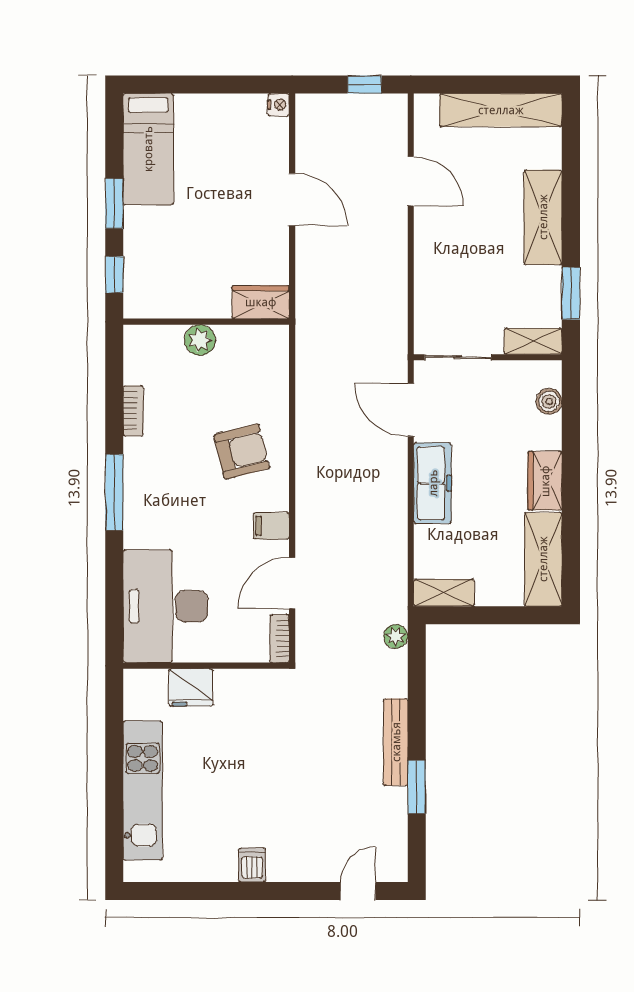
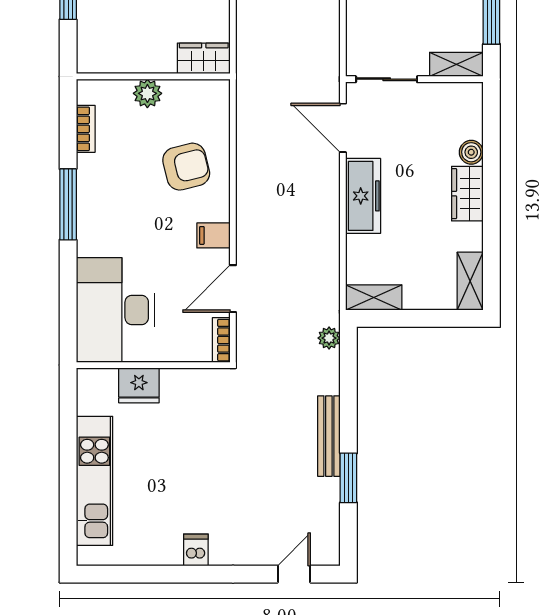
wardrobe: (261, 302) -> (204, 58), moved
wall: (206, 322) -> (153, 76), moved
plant: (200, 340) -> (147, 93), moved
boiler: (549, 401) -> (471, 152), moved
shelving: (543, 559) -> (470, 281), width x0.67, depth x0.75

